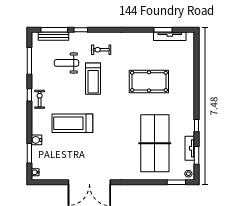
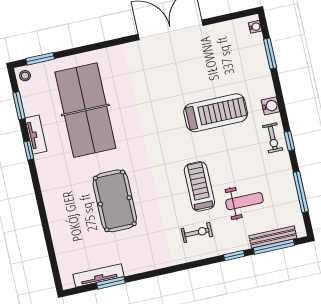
pool table: (149, 81) -> (115, 201), turned 90
water cooler: (37, 140) -> (270, 106), moved
tv unit: (190, 148) -> (36, 135), moved

